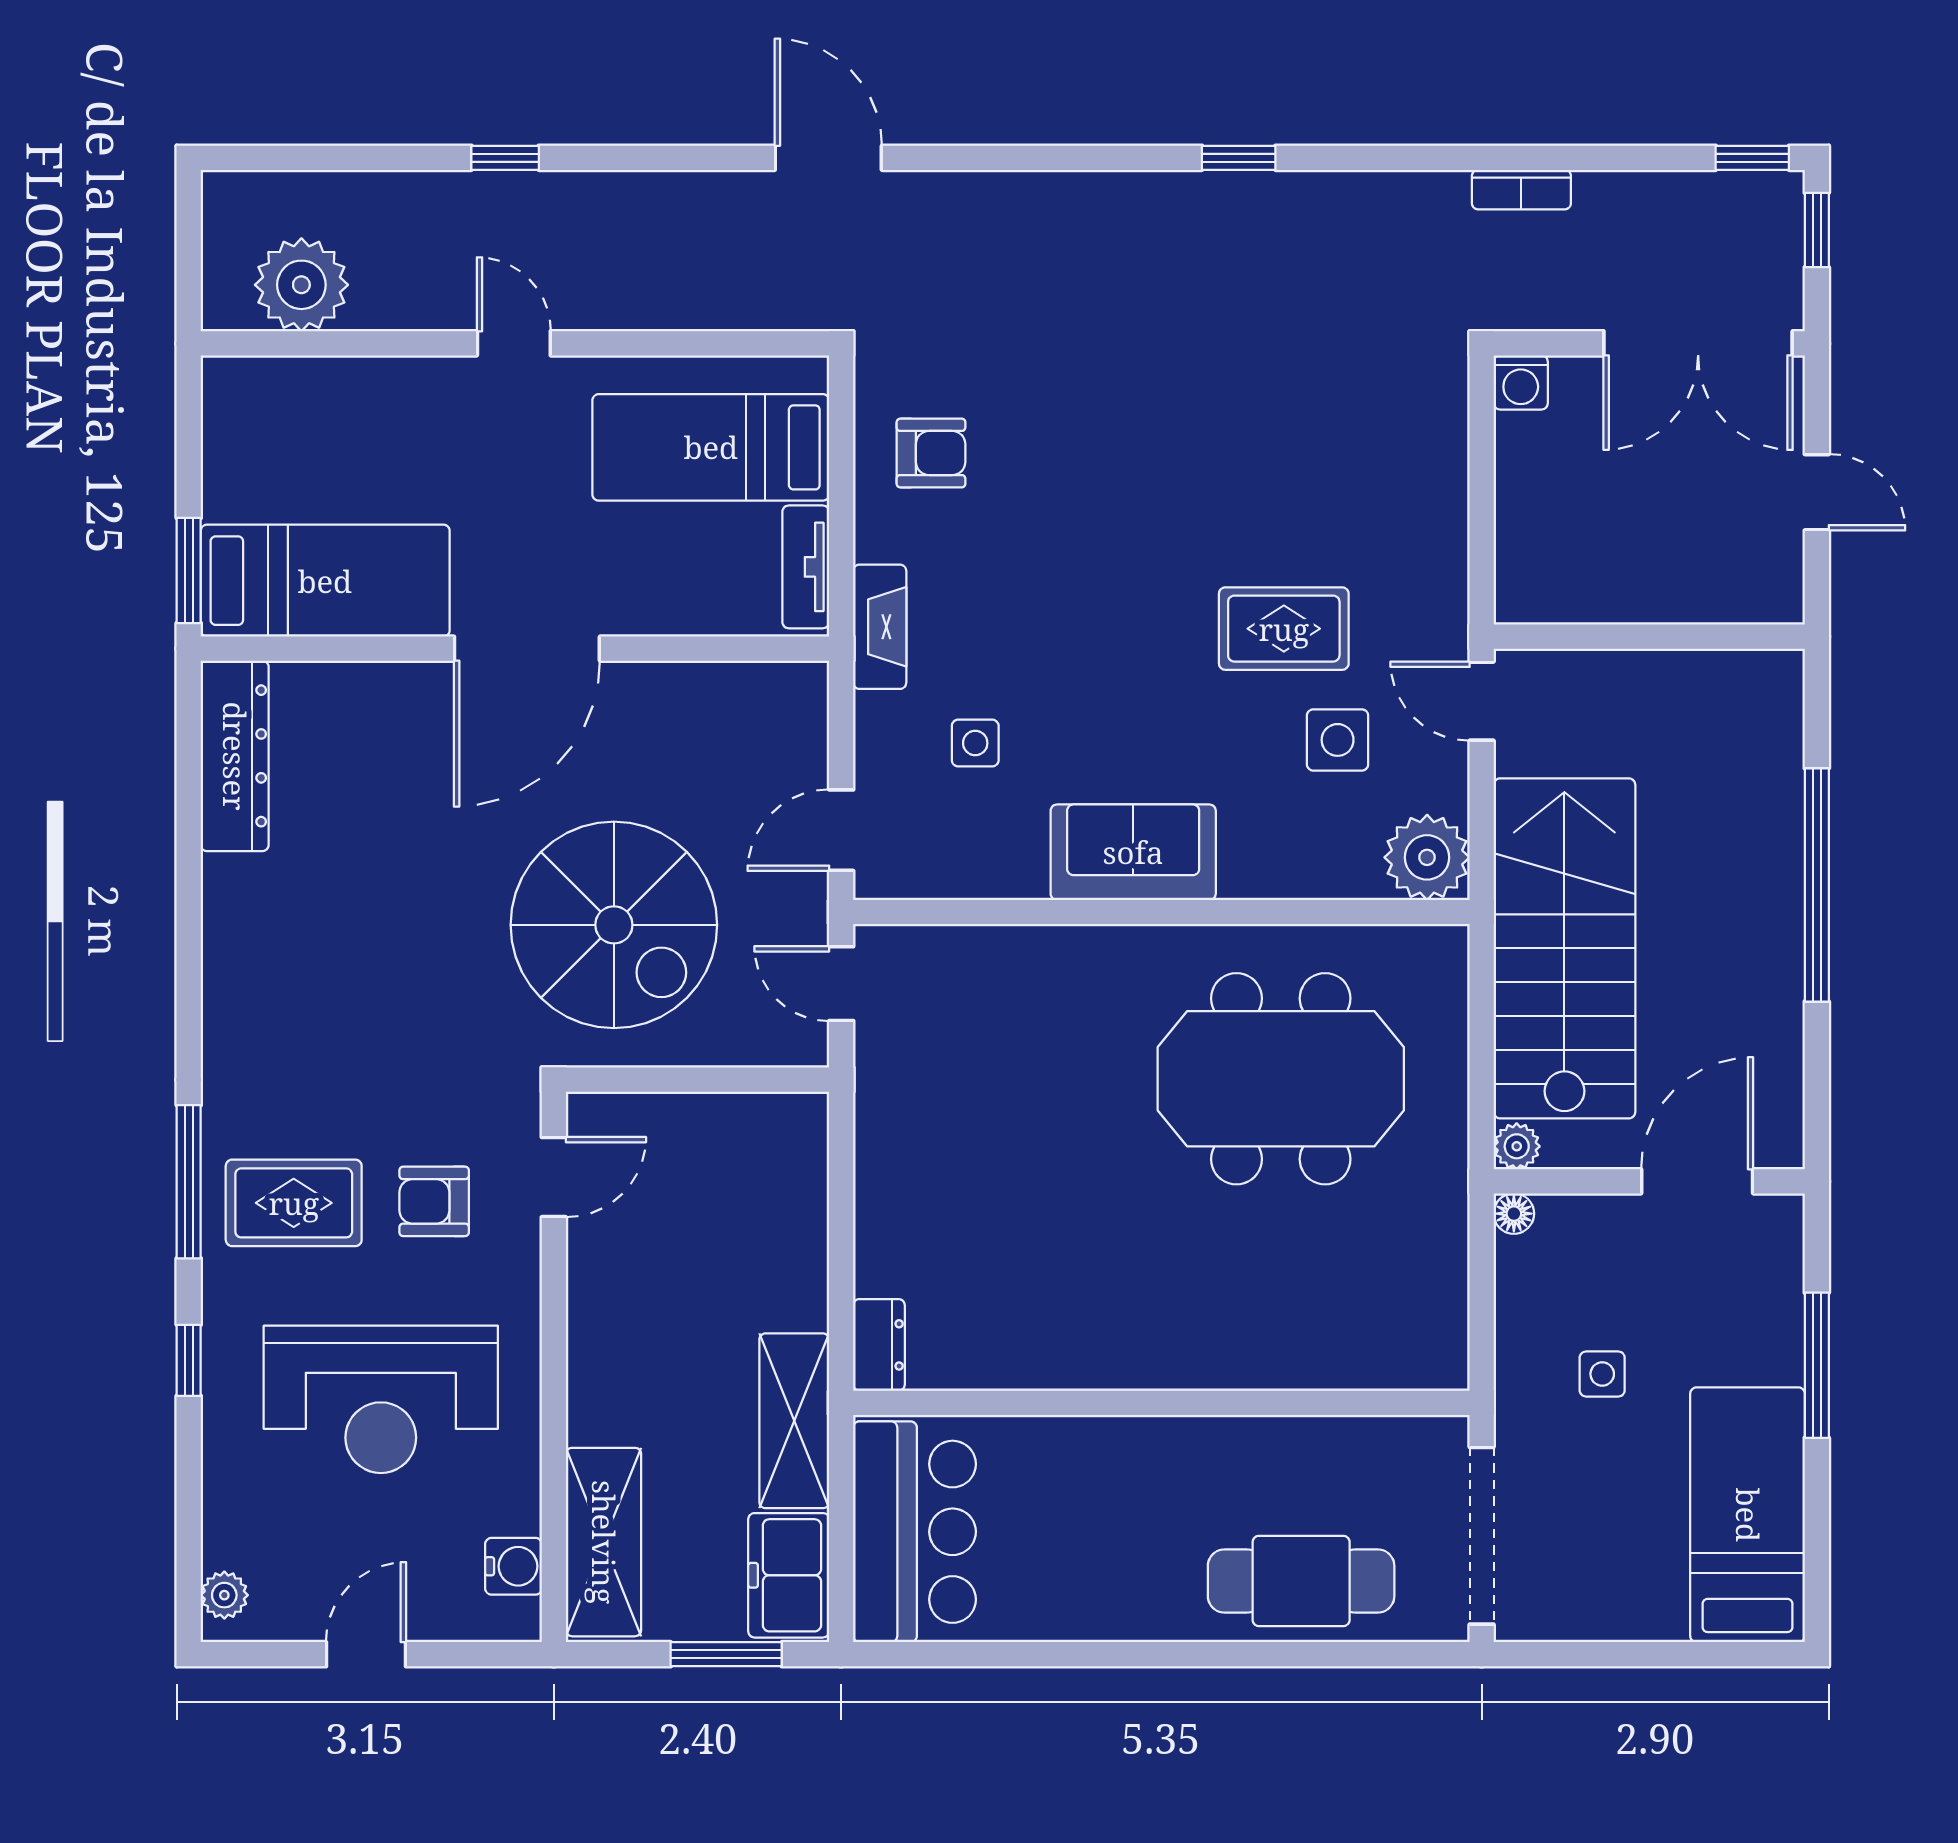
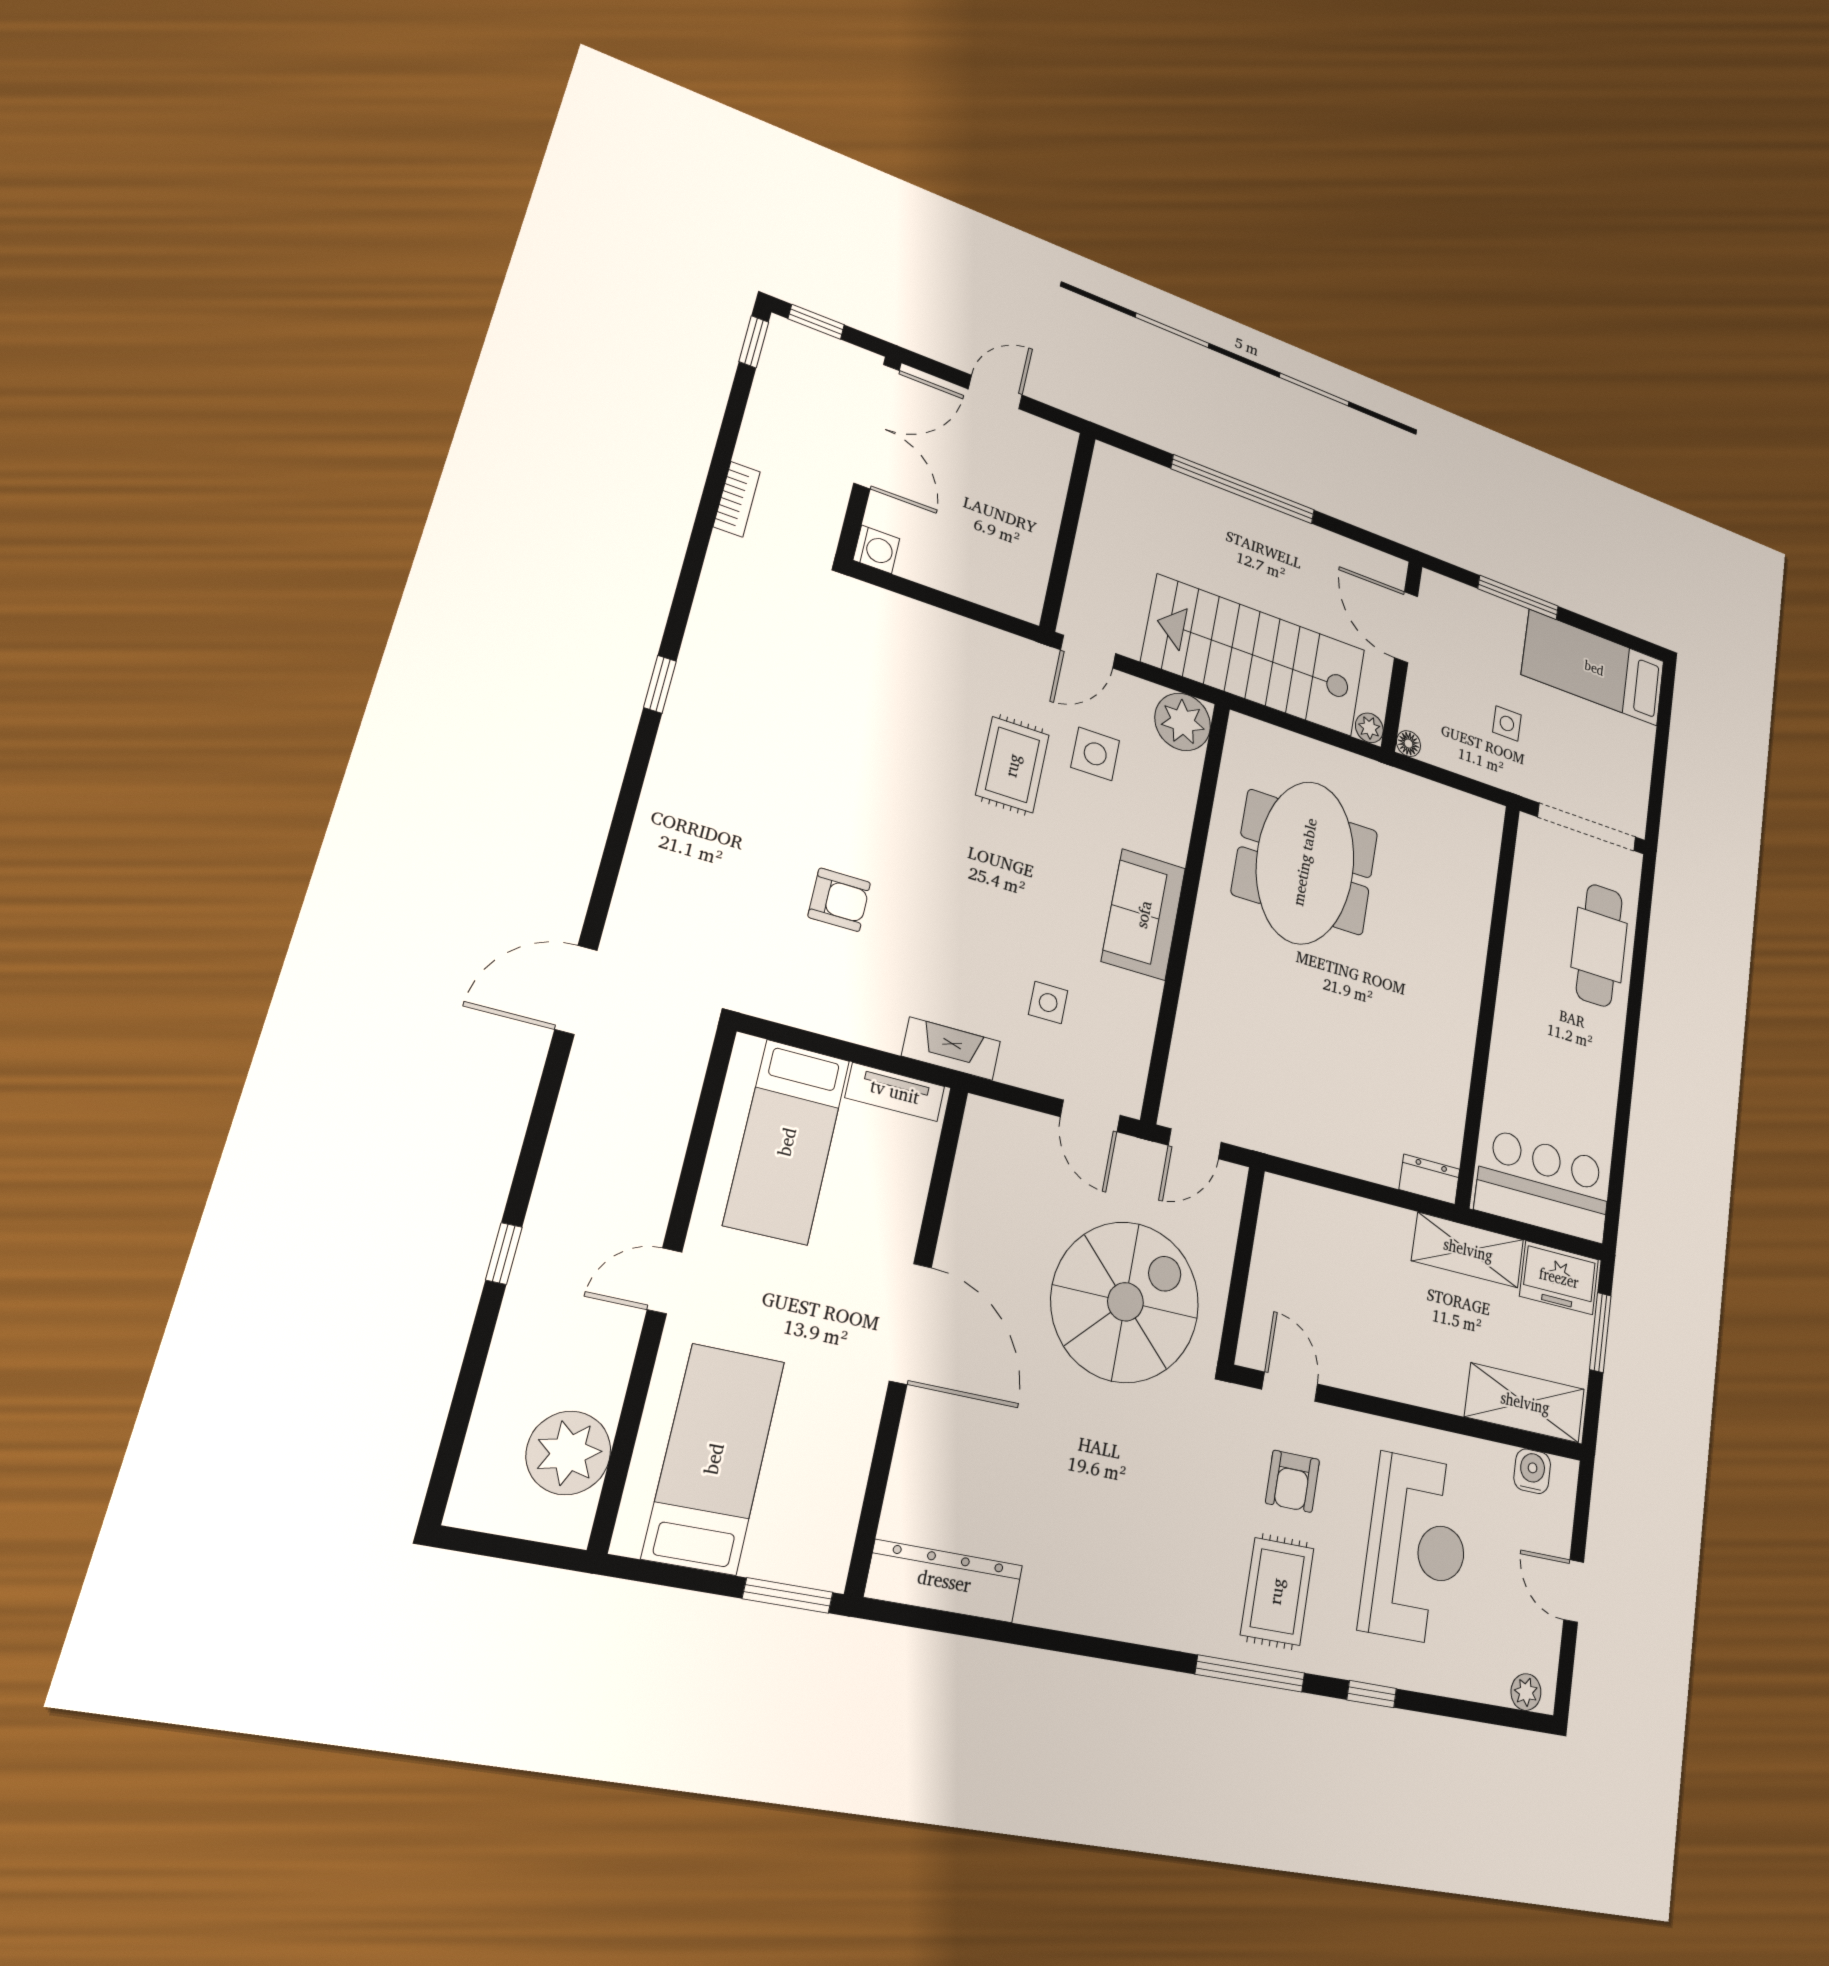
armchair: (931, 453) -> (839, 900), moved, turned 90
bed: (325, 581) -> (714, 1459), moved

